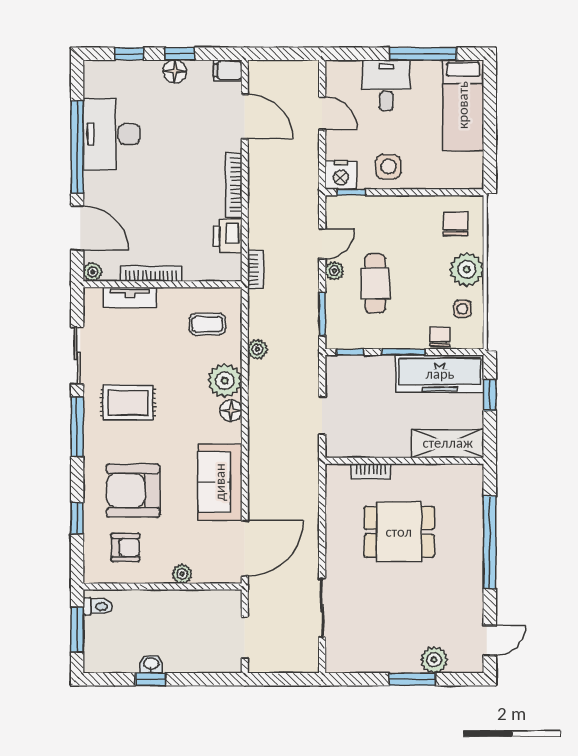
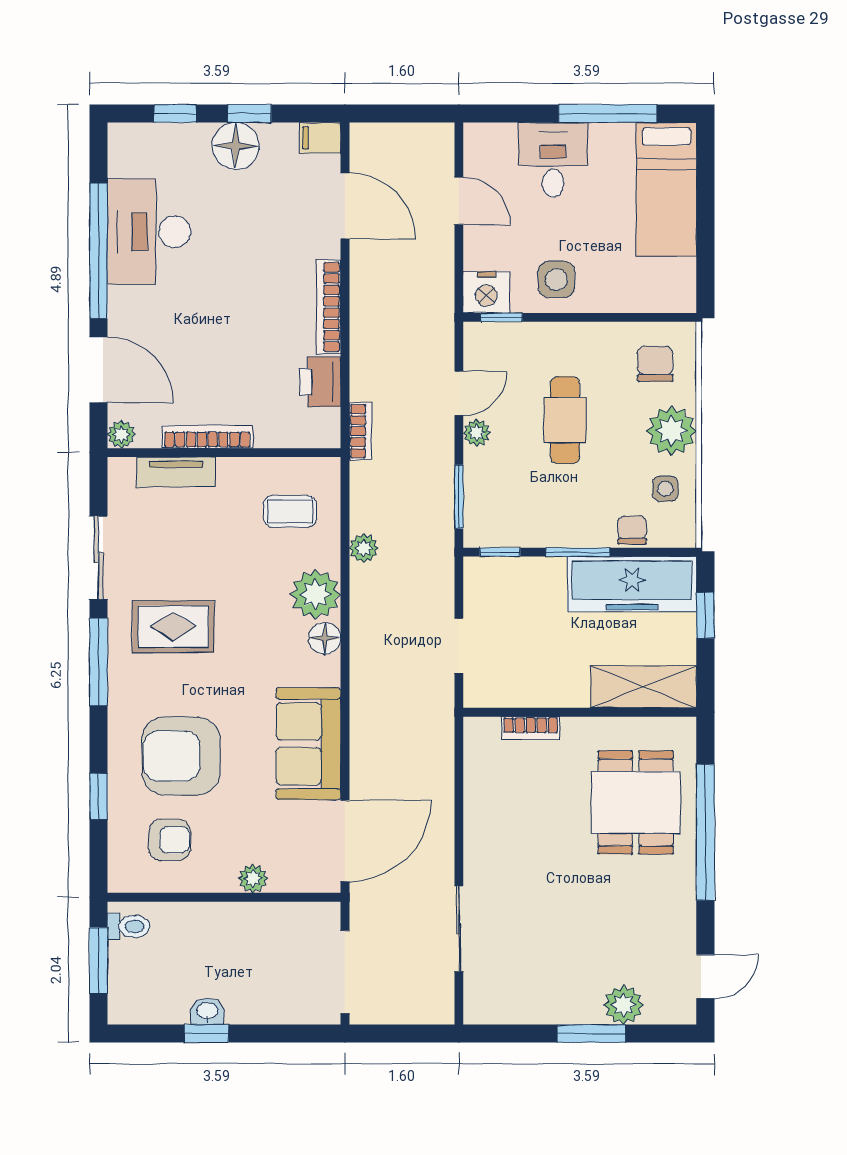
floor lamp: (175, 71) -> (236, 146), width x1.38, depth x1.38
cafe table: (375, 283) -> (565, 420), moved
dining table: (399, 532) -> (636, 802), moved, turned 90
doorway: (245, 637) -> (345, 972), width x1.38

